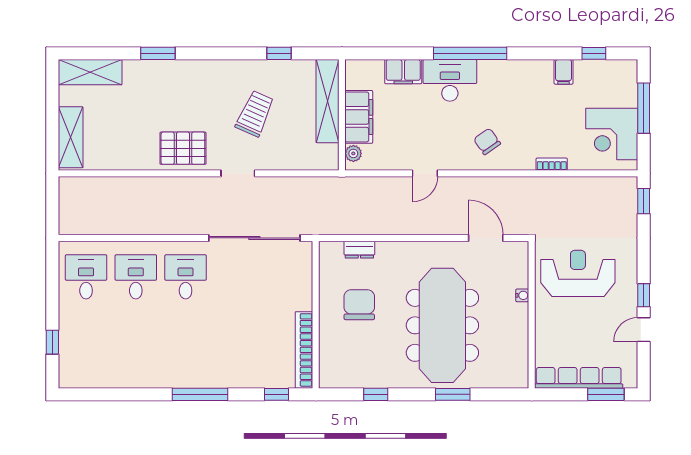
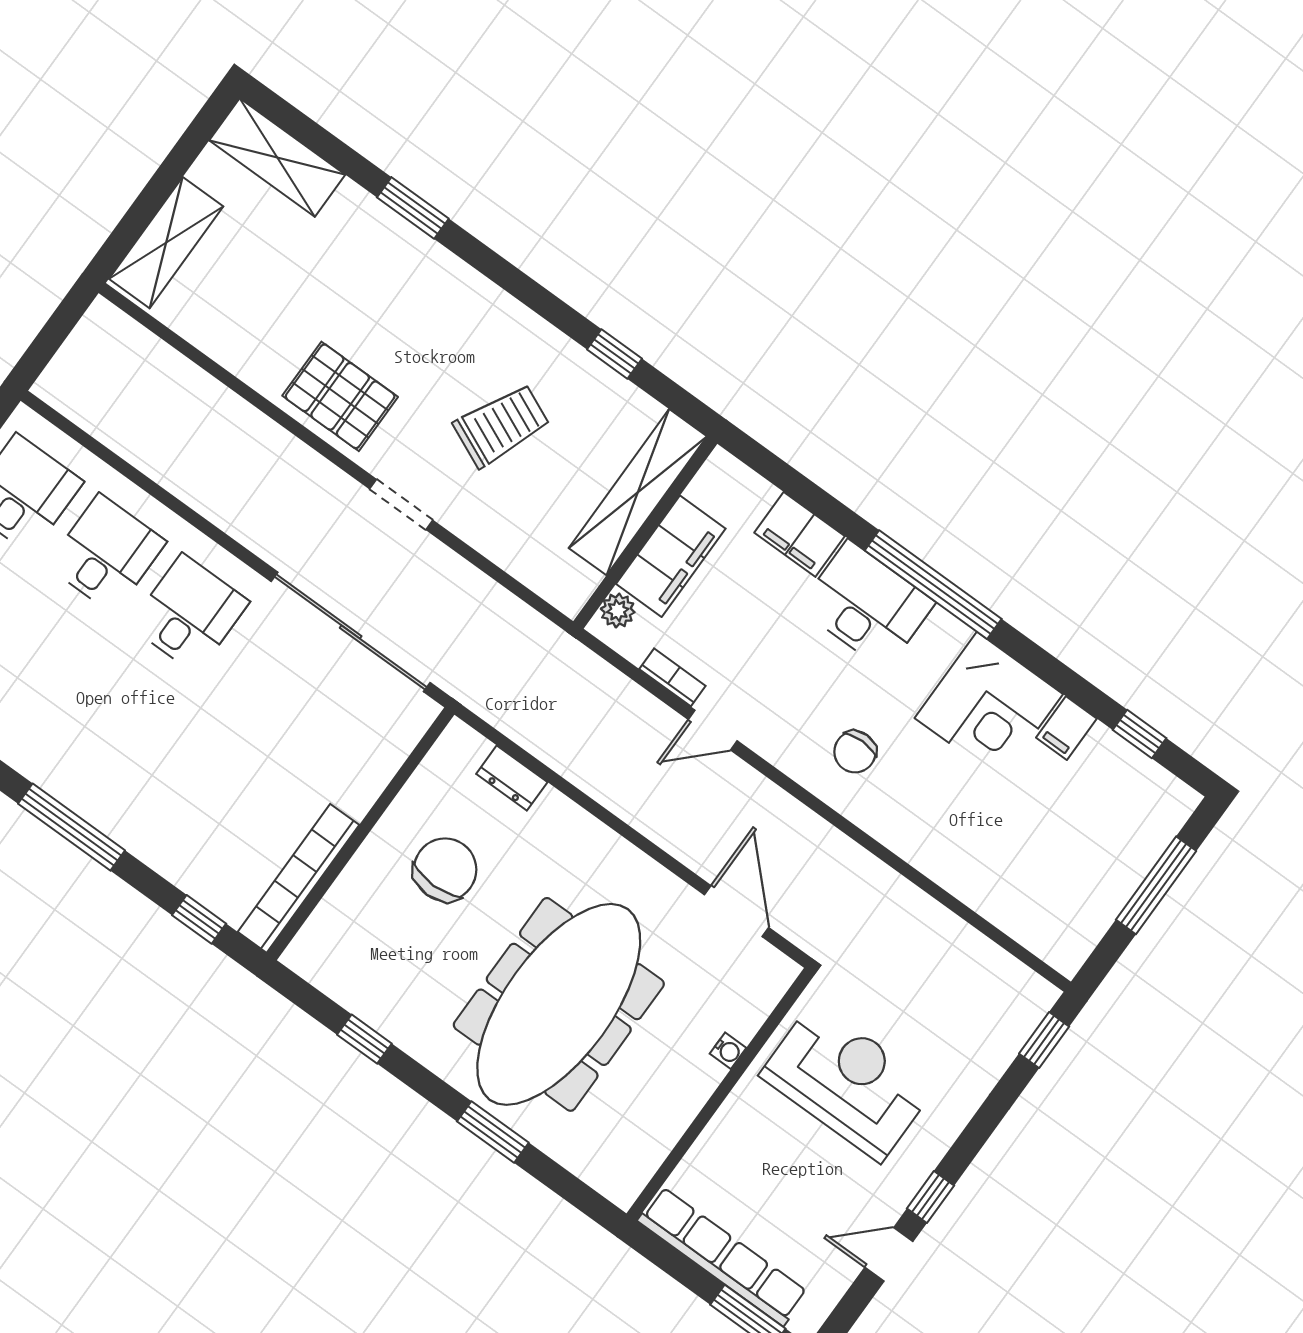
corner desk: (612, 134) -> (989, 706), moved, turned -90
chair: (487, 141) -> (855, 752), turned -145
bookcase: (552, 164) -> (672, 677), moved

